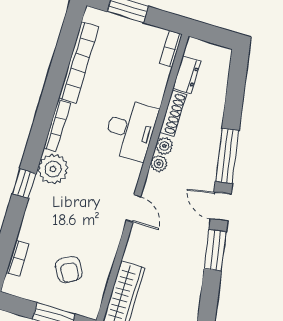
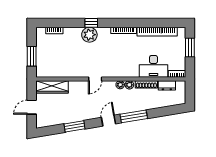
desk: (131, 130) -> (153, 66), moved
plant: (53, 169) -> (89, 35), moved
window: (215, 250) -> (75, 126), moved
armchair: (69, 270) -> (56, 57), removed

